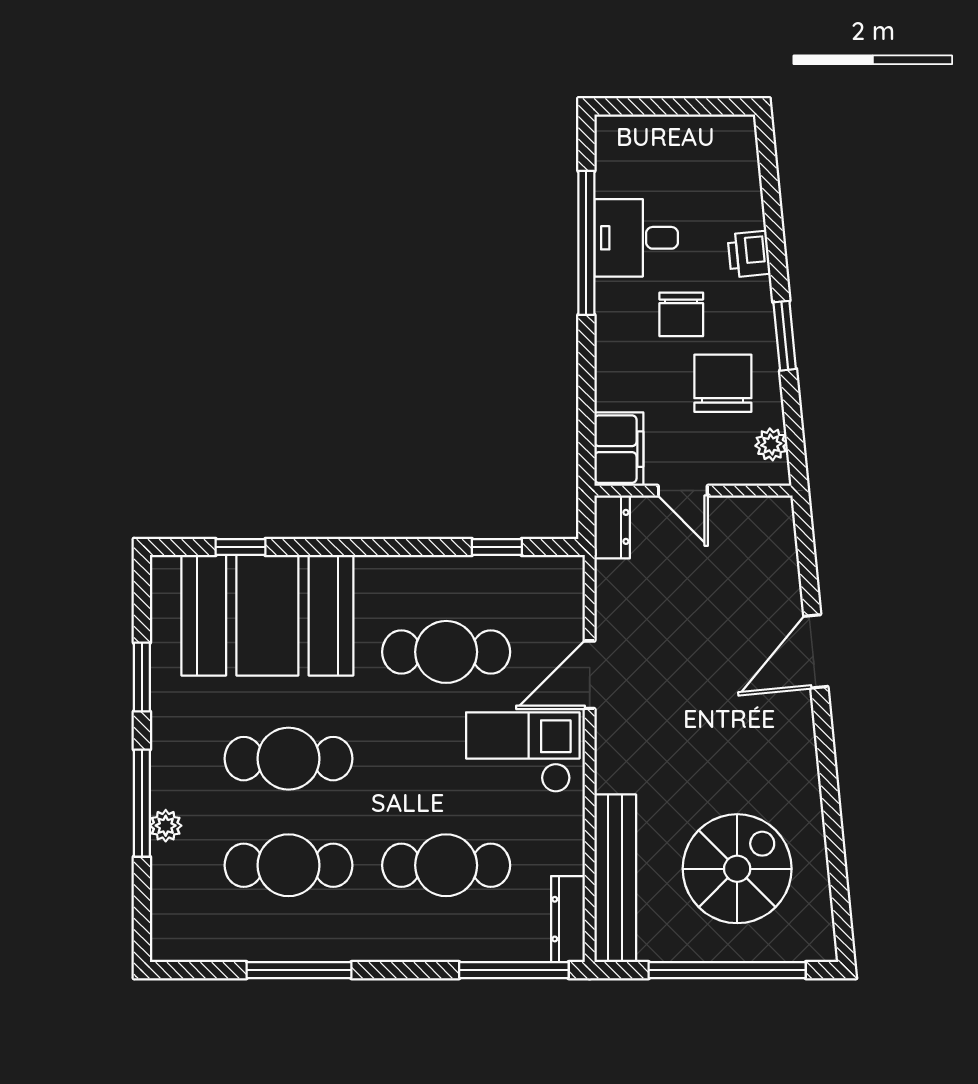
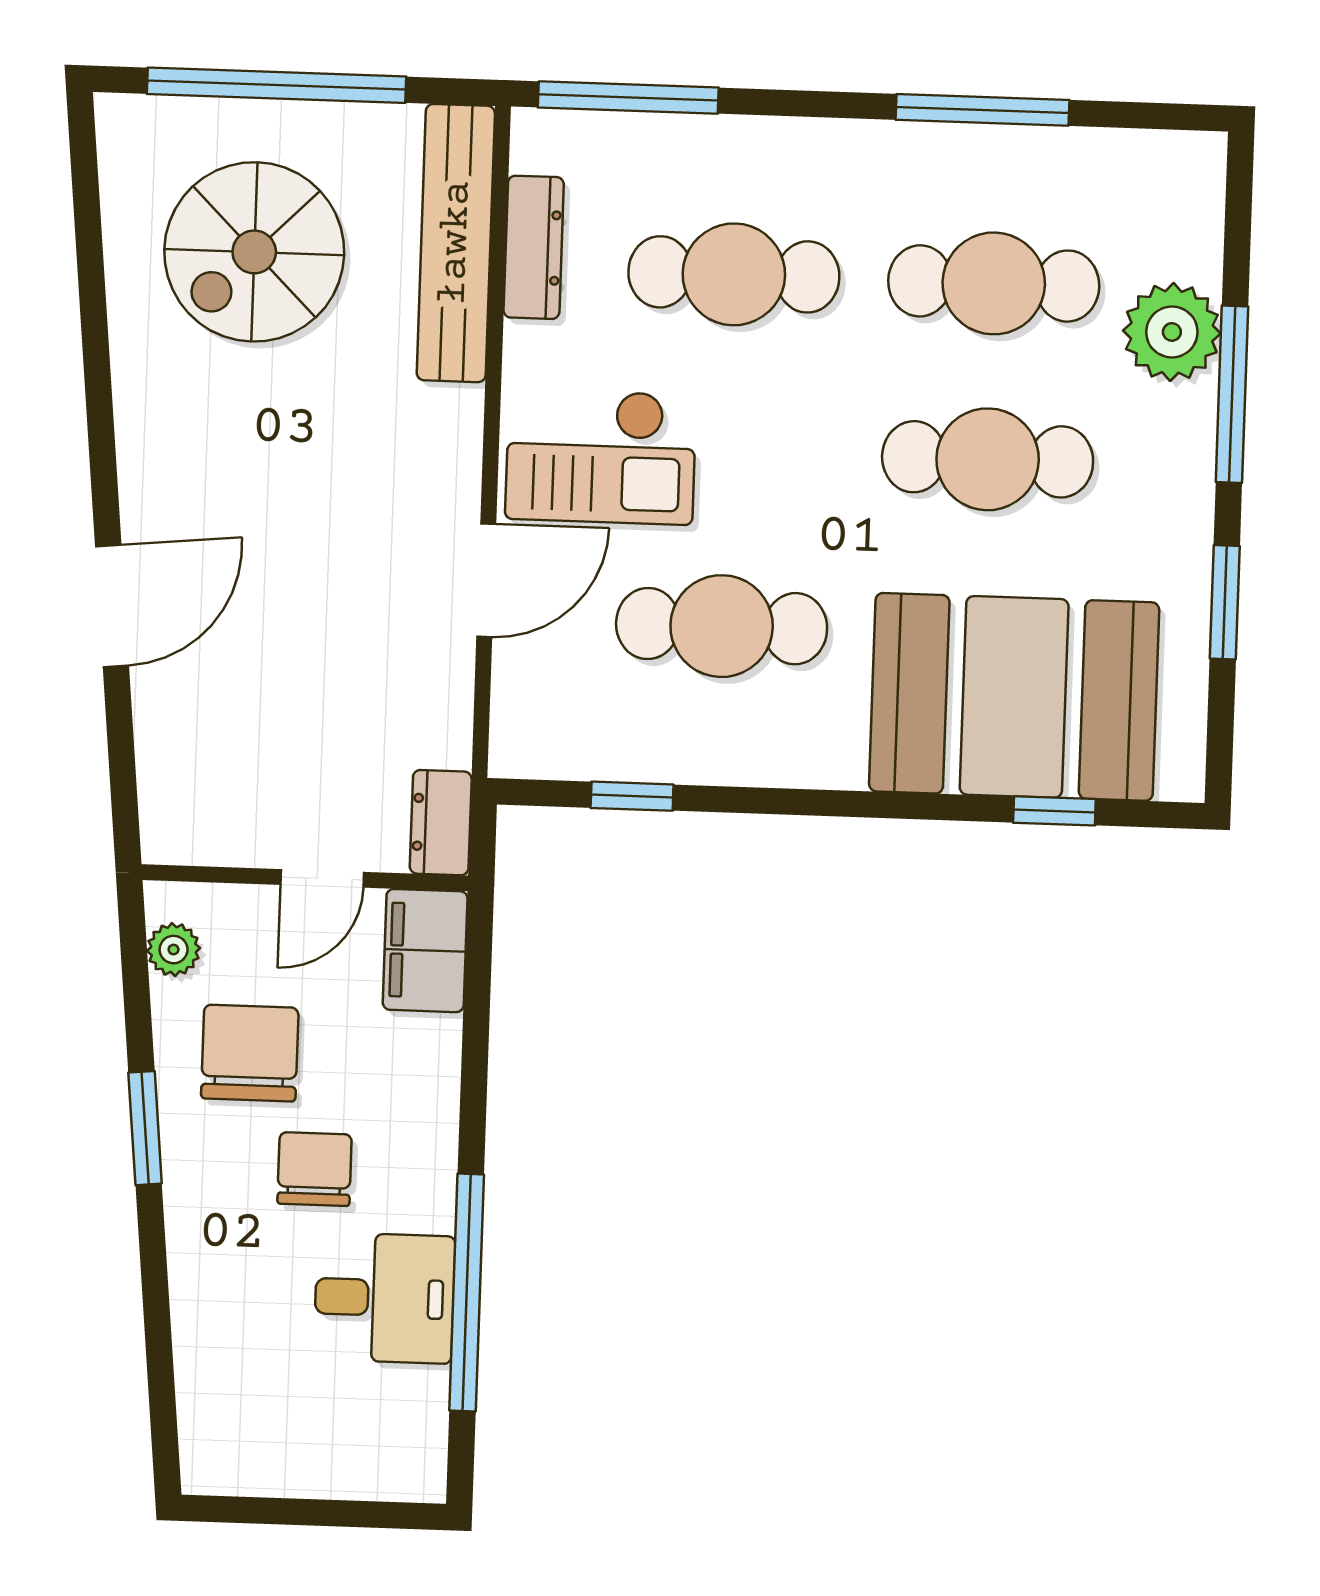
printer: (749, 254) -> (199, 1265), removed
chair: (723, 383) -> (250, 1053), turned 180
door: (683, 491) -> (322, 878), swing flipped
plant: (166, 826) -> (1172, 332), width x1.88, depth x1.88
dresser: (568, 919) -> (534, 247), moved

